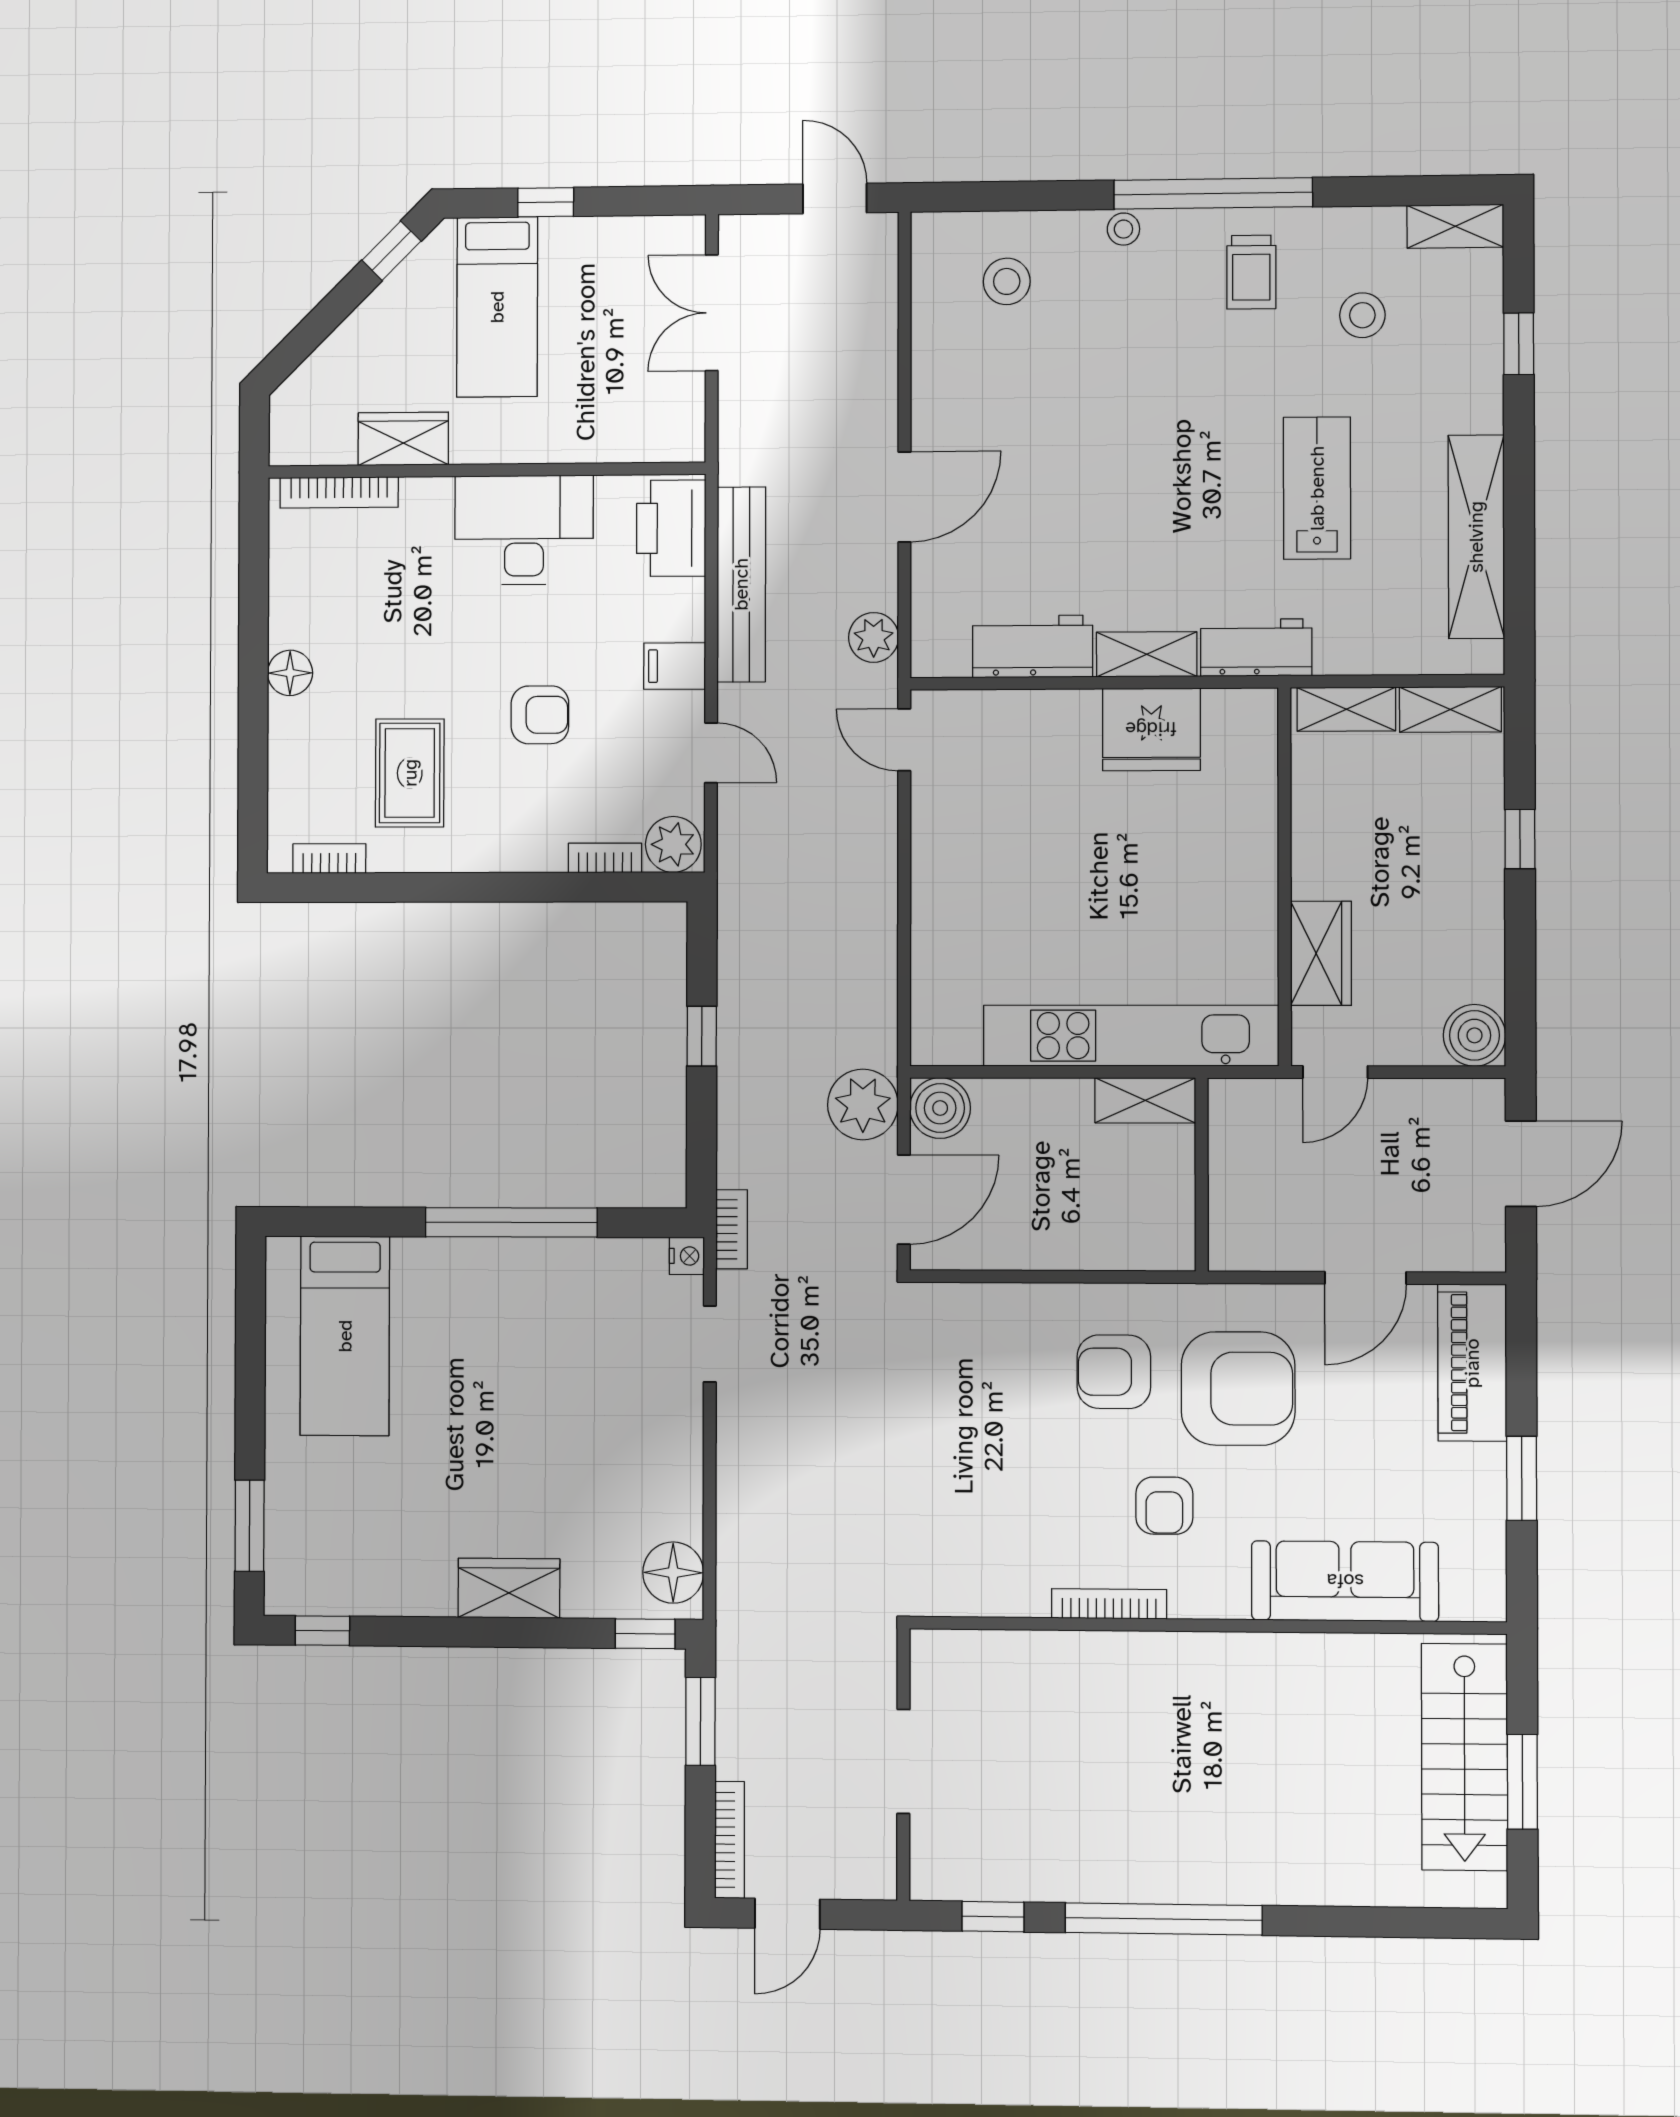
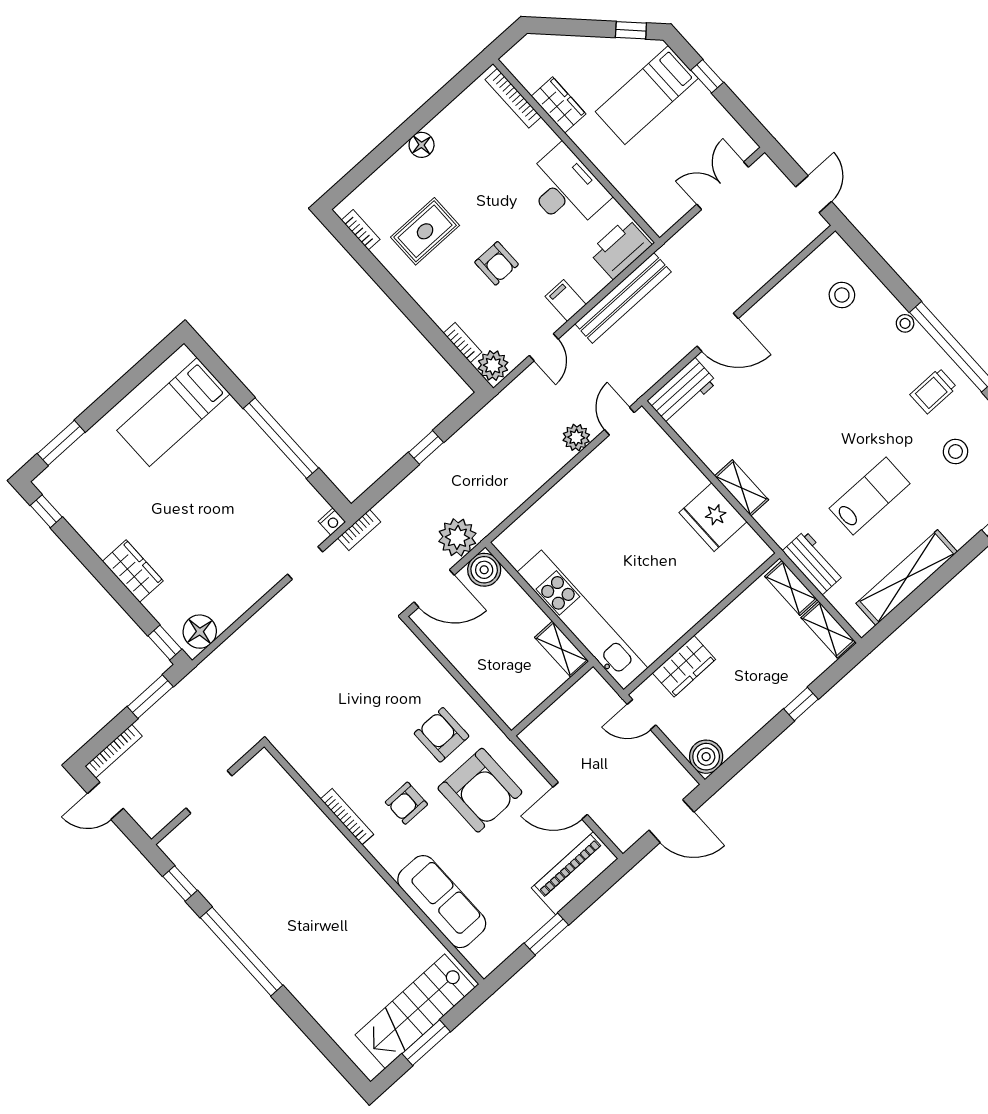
plant: (874, 637) -> (576, 437), moved
workbench: (1033, 646) -> (682, 392), moved, turned 90
workbench: (1256, 648) -> (813, 563), moved

